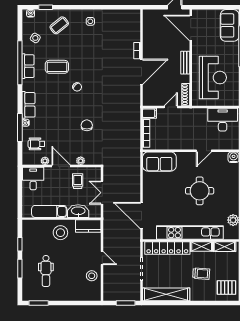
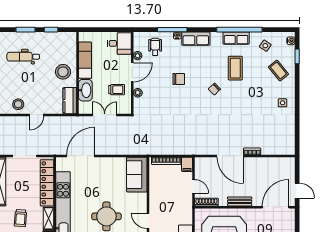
chair: (87, 125) -> (179, 79), moved

